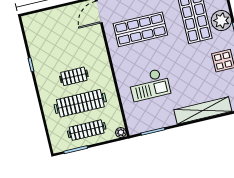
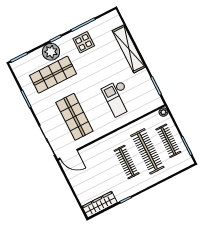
wardrobe: (33, 34) -> (100, 204), added
clothes rail: (74, 76) -> (127, 162), width x1.36
checkout: (149, 85) -> (118, 98), turned 180

